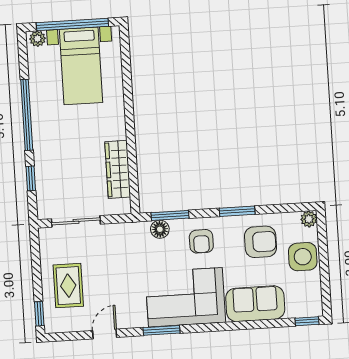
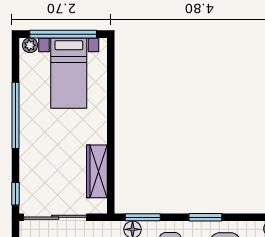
window: (31, 178) -> (16, 194), moved
sliding door: (76, 221) -> (55, 217), width x1.37

